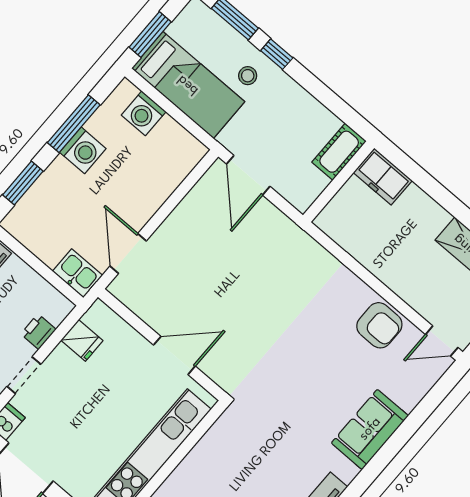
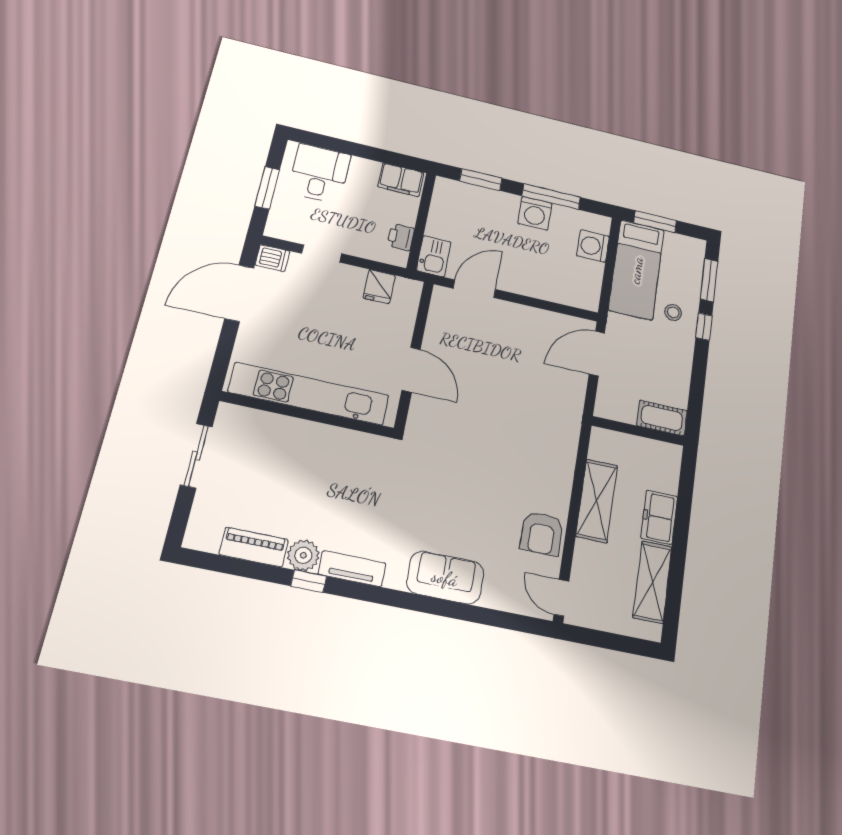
freezer: (383, 177) -> (659, 517), moved
shelving: (379, 259) -> (597, 501), added
printer: (38, 332) -> (401, 237), moved, turned -90

